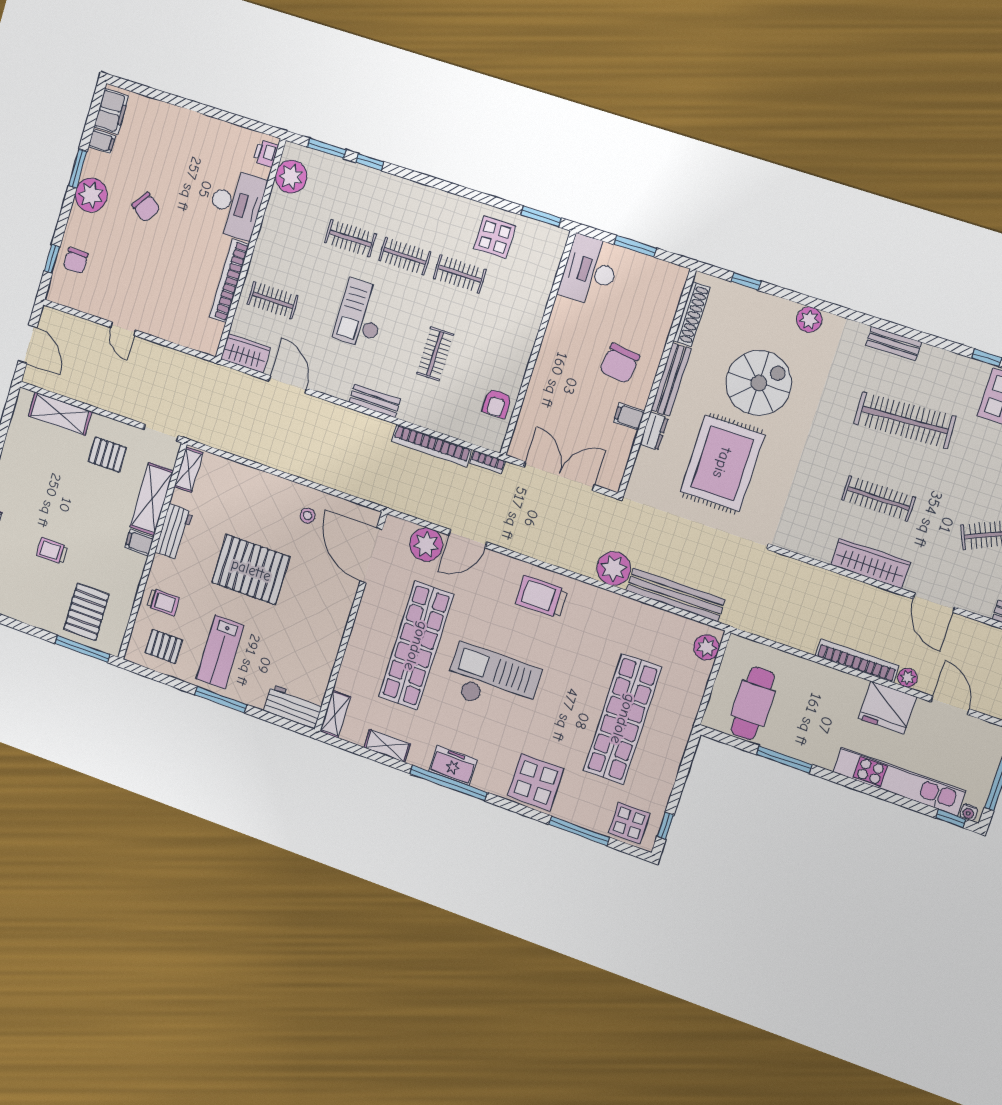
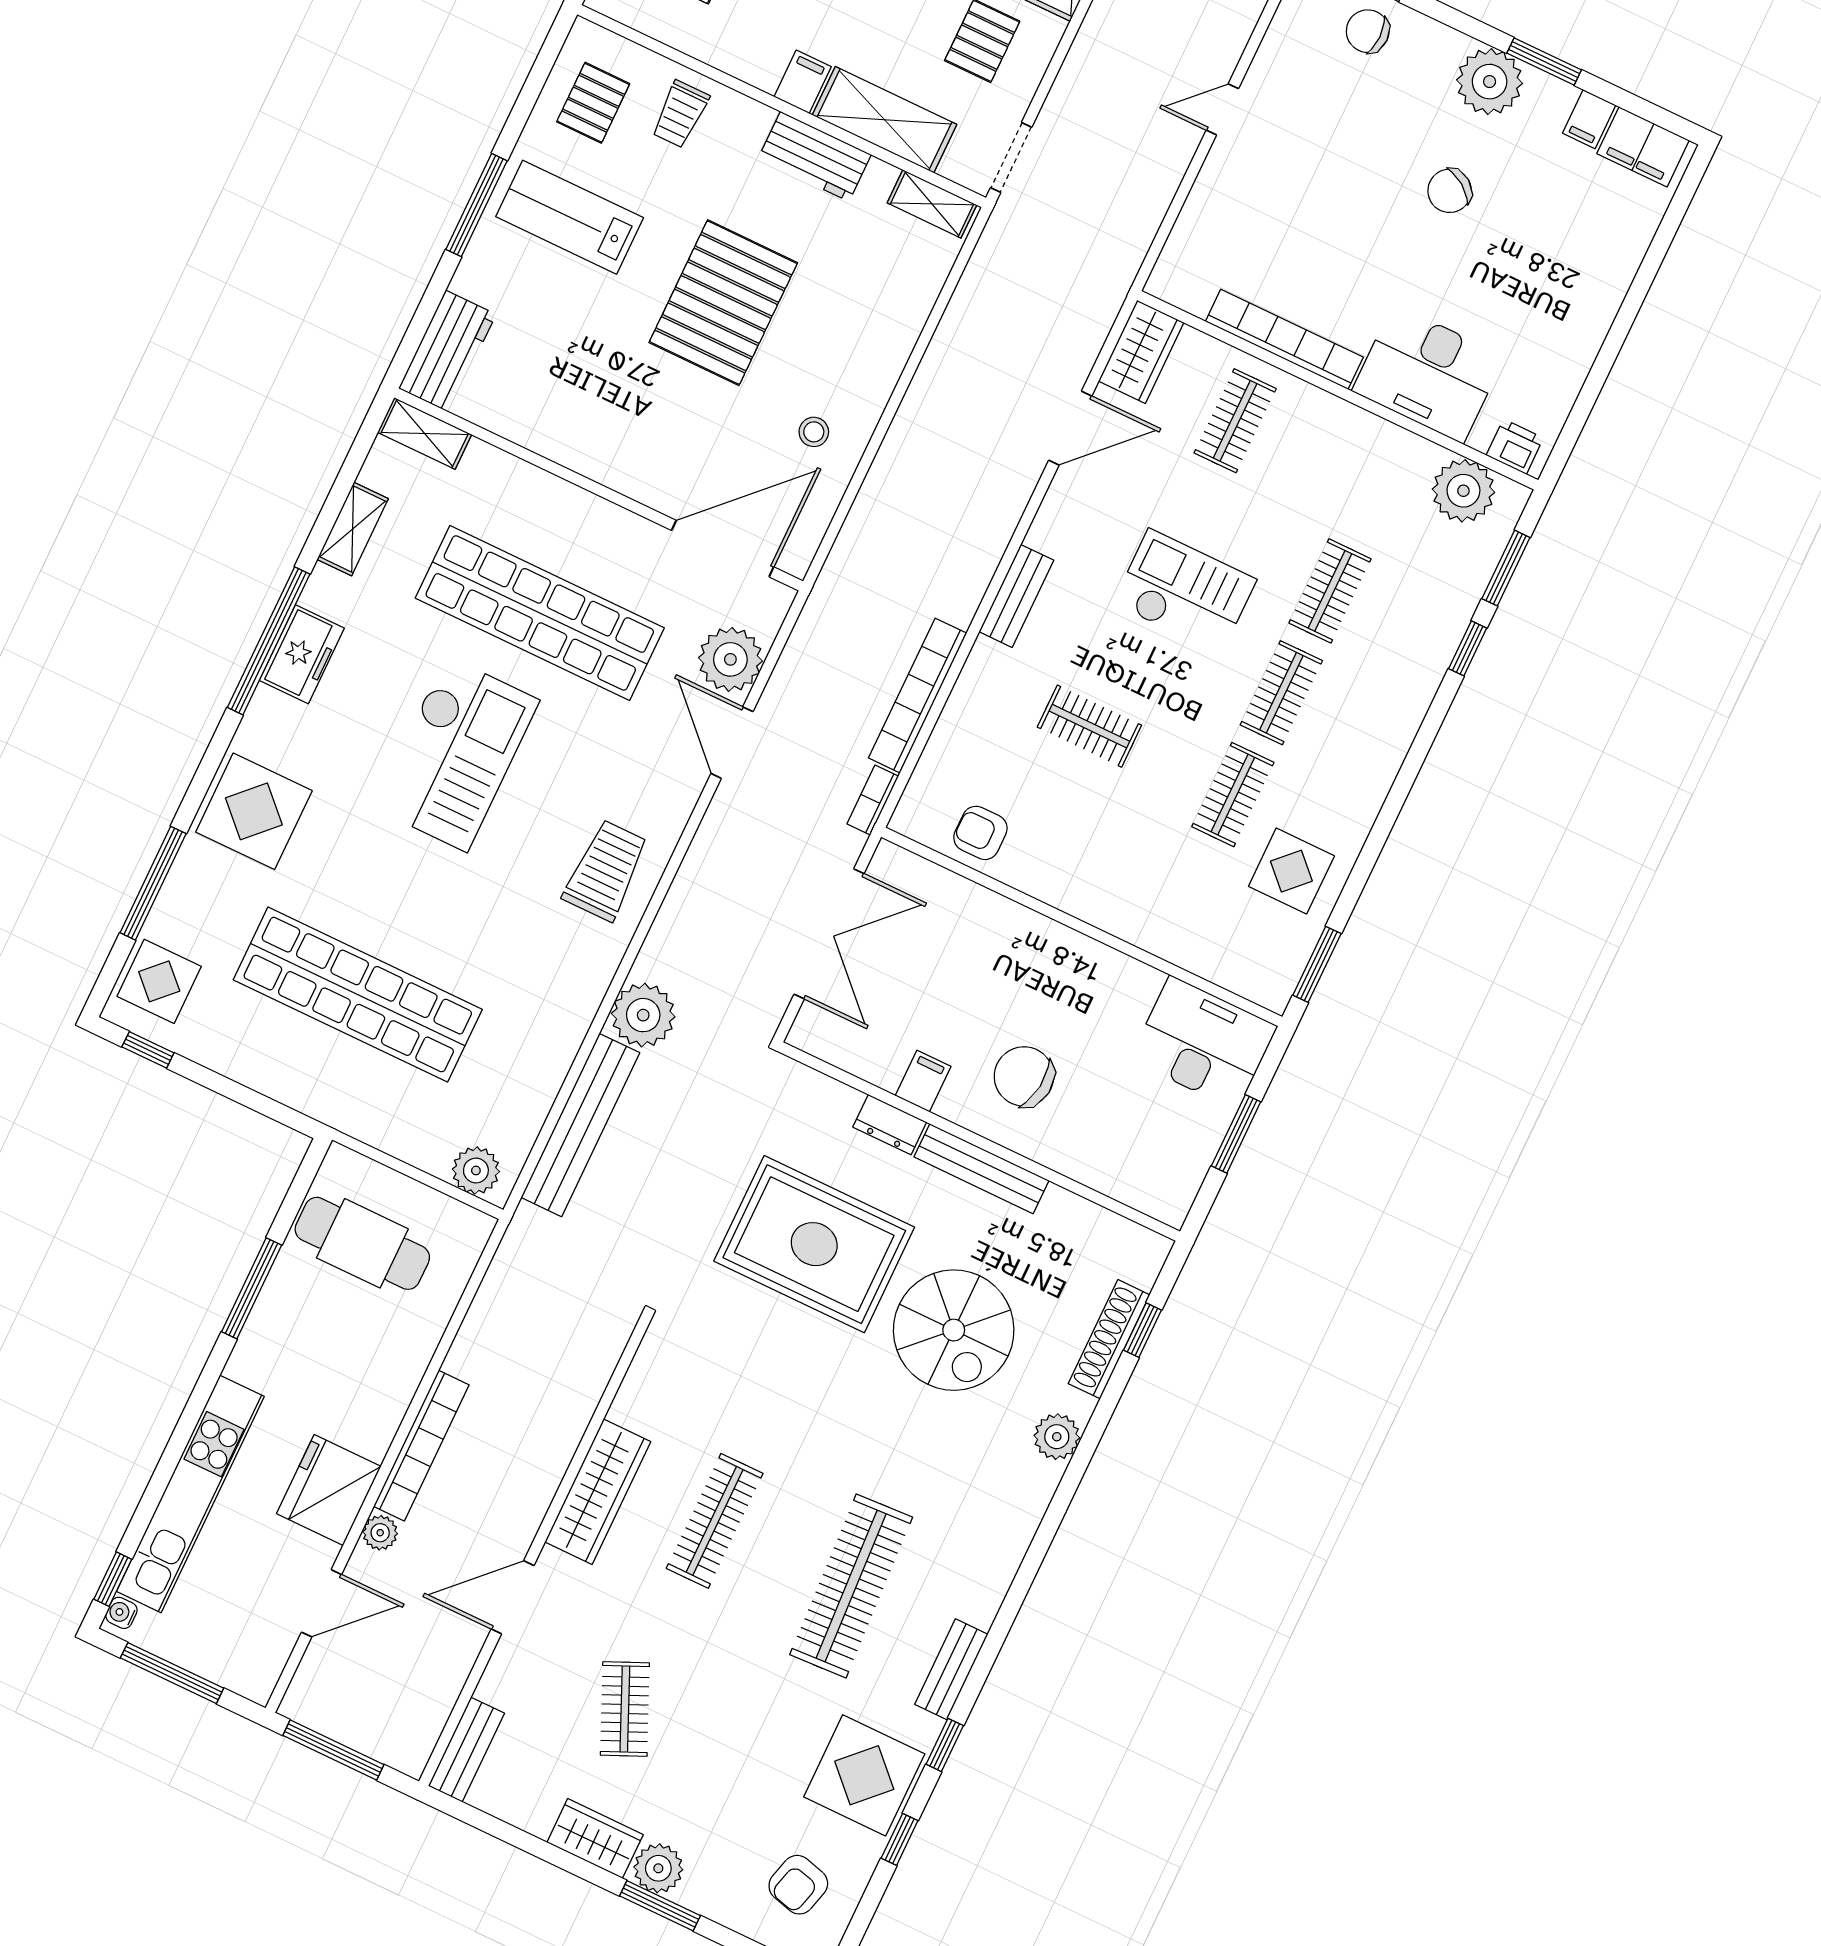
shoe rack: (692, 314) -> (1109, 1339), moved, turned 90
bench: (894, 344) -> (951, 1669), moved

